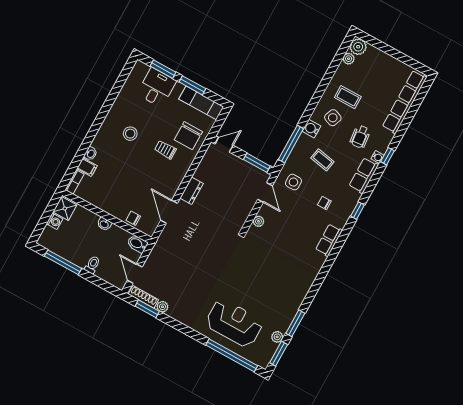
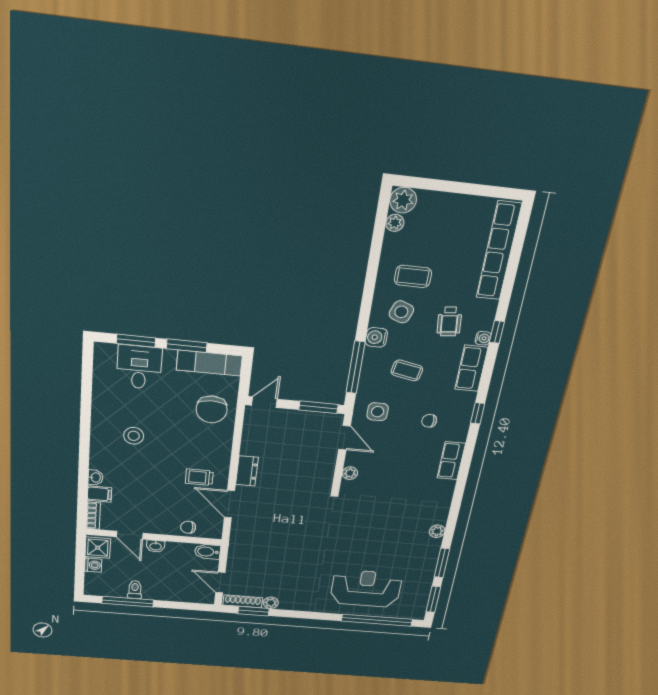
trolley: (165, 150) -> (199, 477), moved
door: (91, 208) -> (130, 535), added
toilet: (92, 265) -> (135, 590), moved
plant: (277, 337) -> (437, 531), moved

